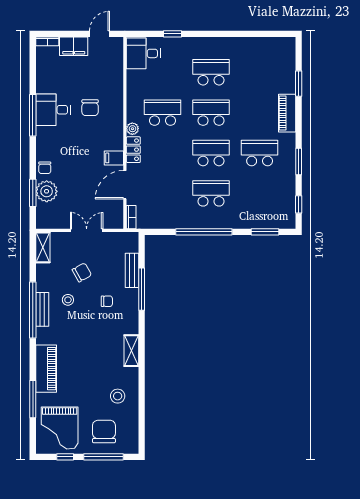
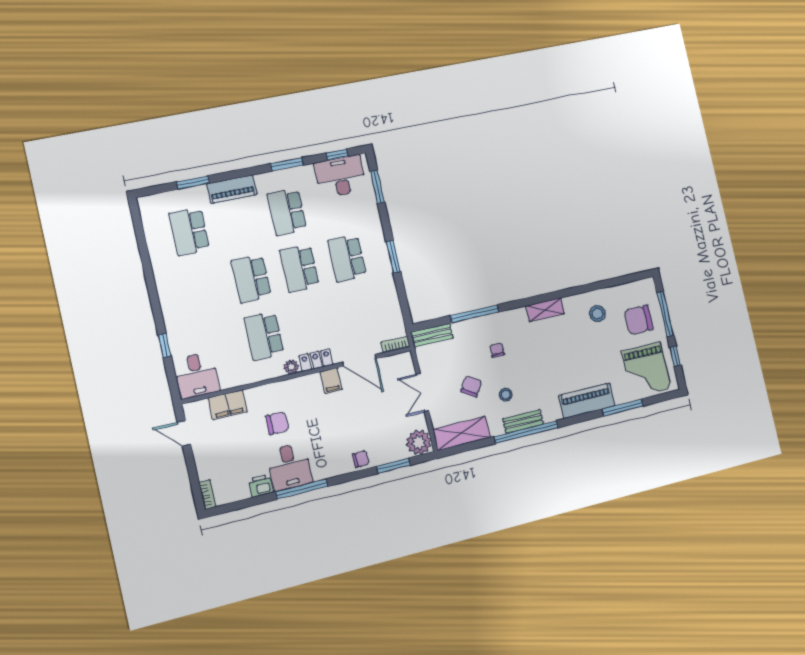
filing cabinet: (74, 46) -> (228, 405), moved, turned 90
school desk: (211, 72) -> (189, 231), moved
printer: (44, 84) -> (261, 486), added
plant: (47, 191) -> (419, 442), moved
desk: (280, 203) -> (341, 176), added
window: (204, 232) -> (393, 257), width x0.47
shelving: (43, 247) -> (462, 433), width x1.50, depth x1.33
bench: (132, 270) -> (432, 335), moved
chair: (82, 272) -> (471, 386), turned 61
grand piano: (60, 428) -> (646, 370), turned 90

